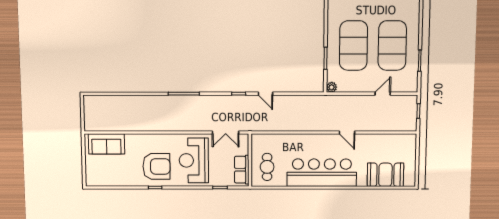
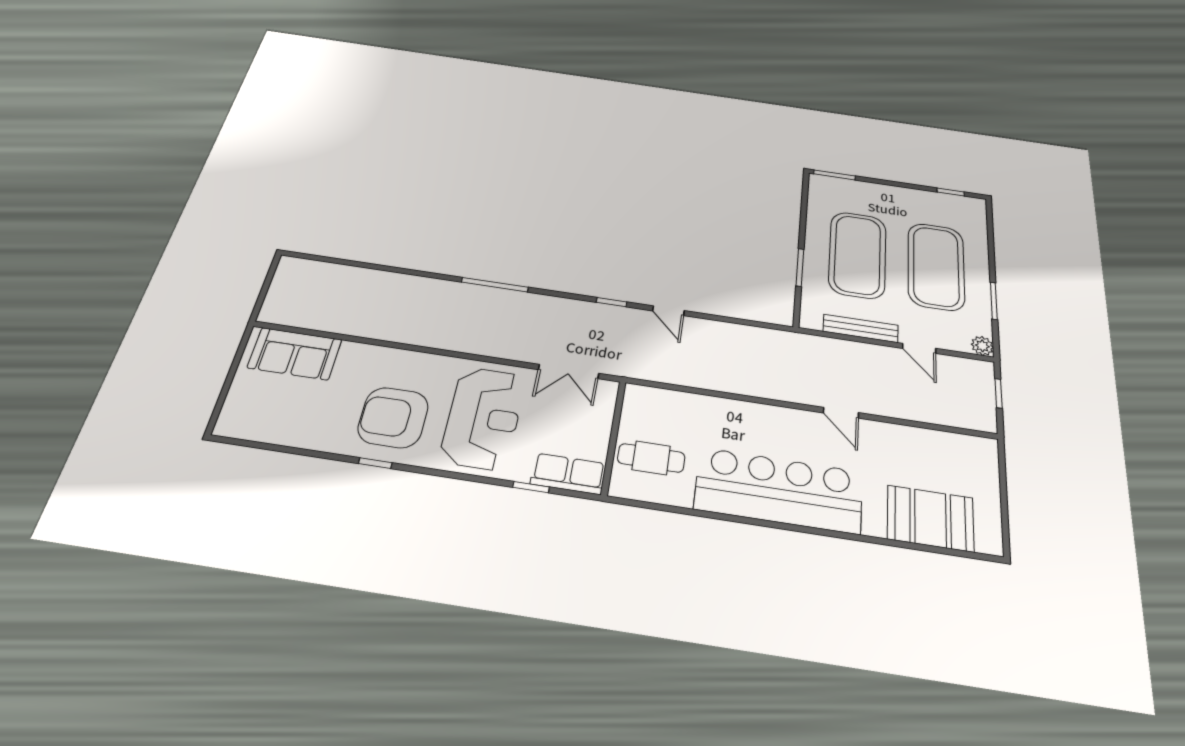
plant: (332, 87) -> (982, 346), moved
bench: (355, 88) -> (861, 328), added
door: (383, 94) -> (919, 348), swing flipped
reception desk: (194, 160) -> (483, 418), turned 180
armchair: (157, 166) -> (393, 417), turned 180
cafe table: (267, 167) -> (651, 458), turned 90
row of seats: (242, 170) -> (568, 474), moved, turned 90

